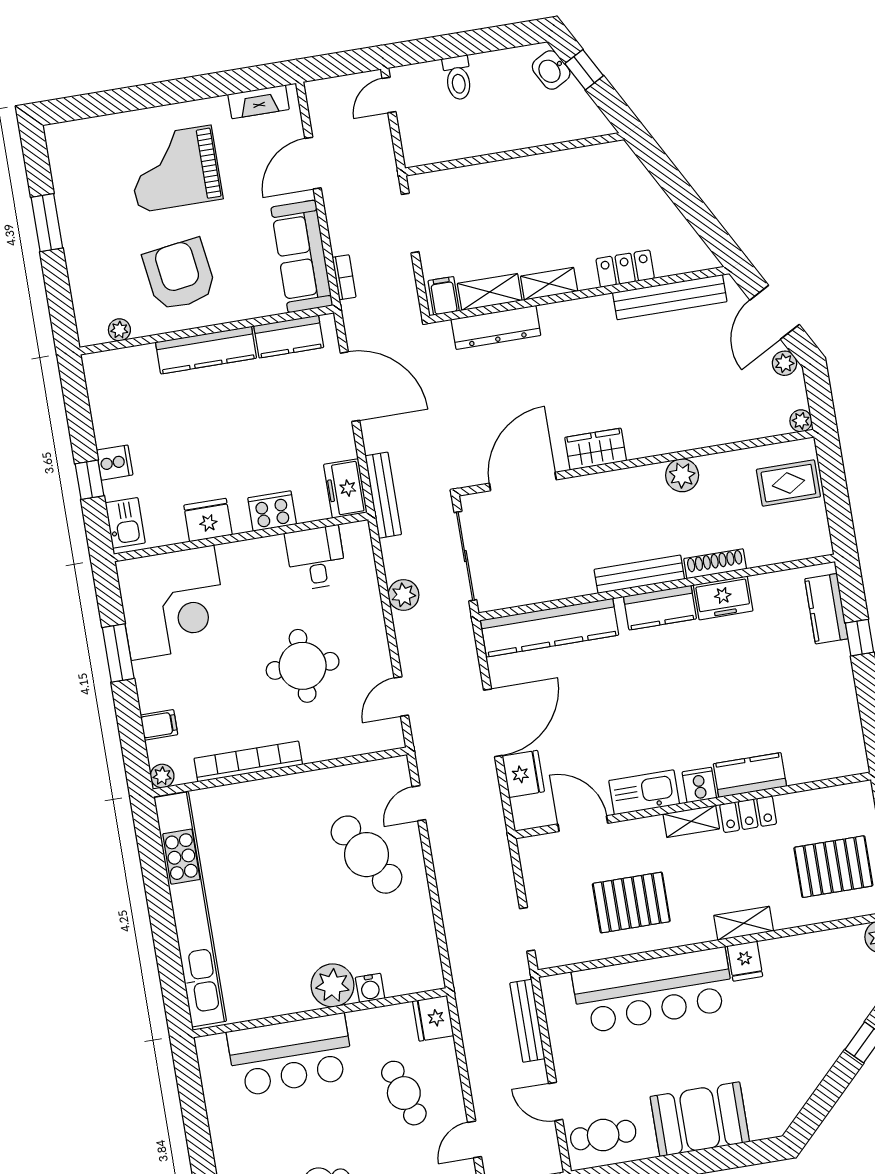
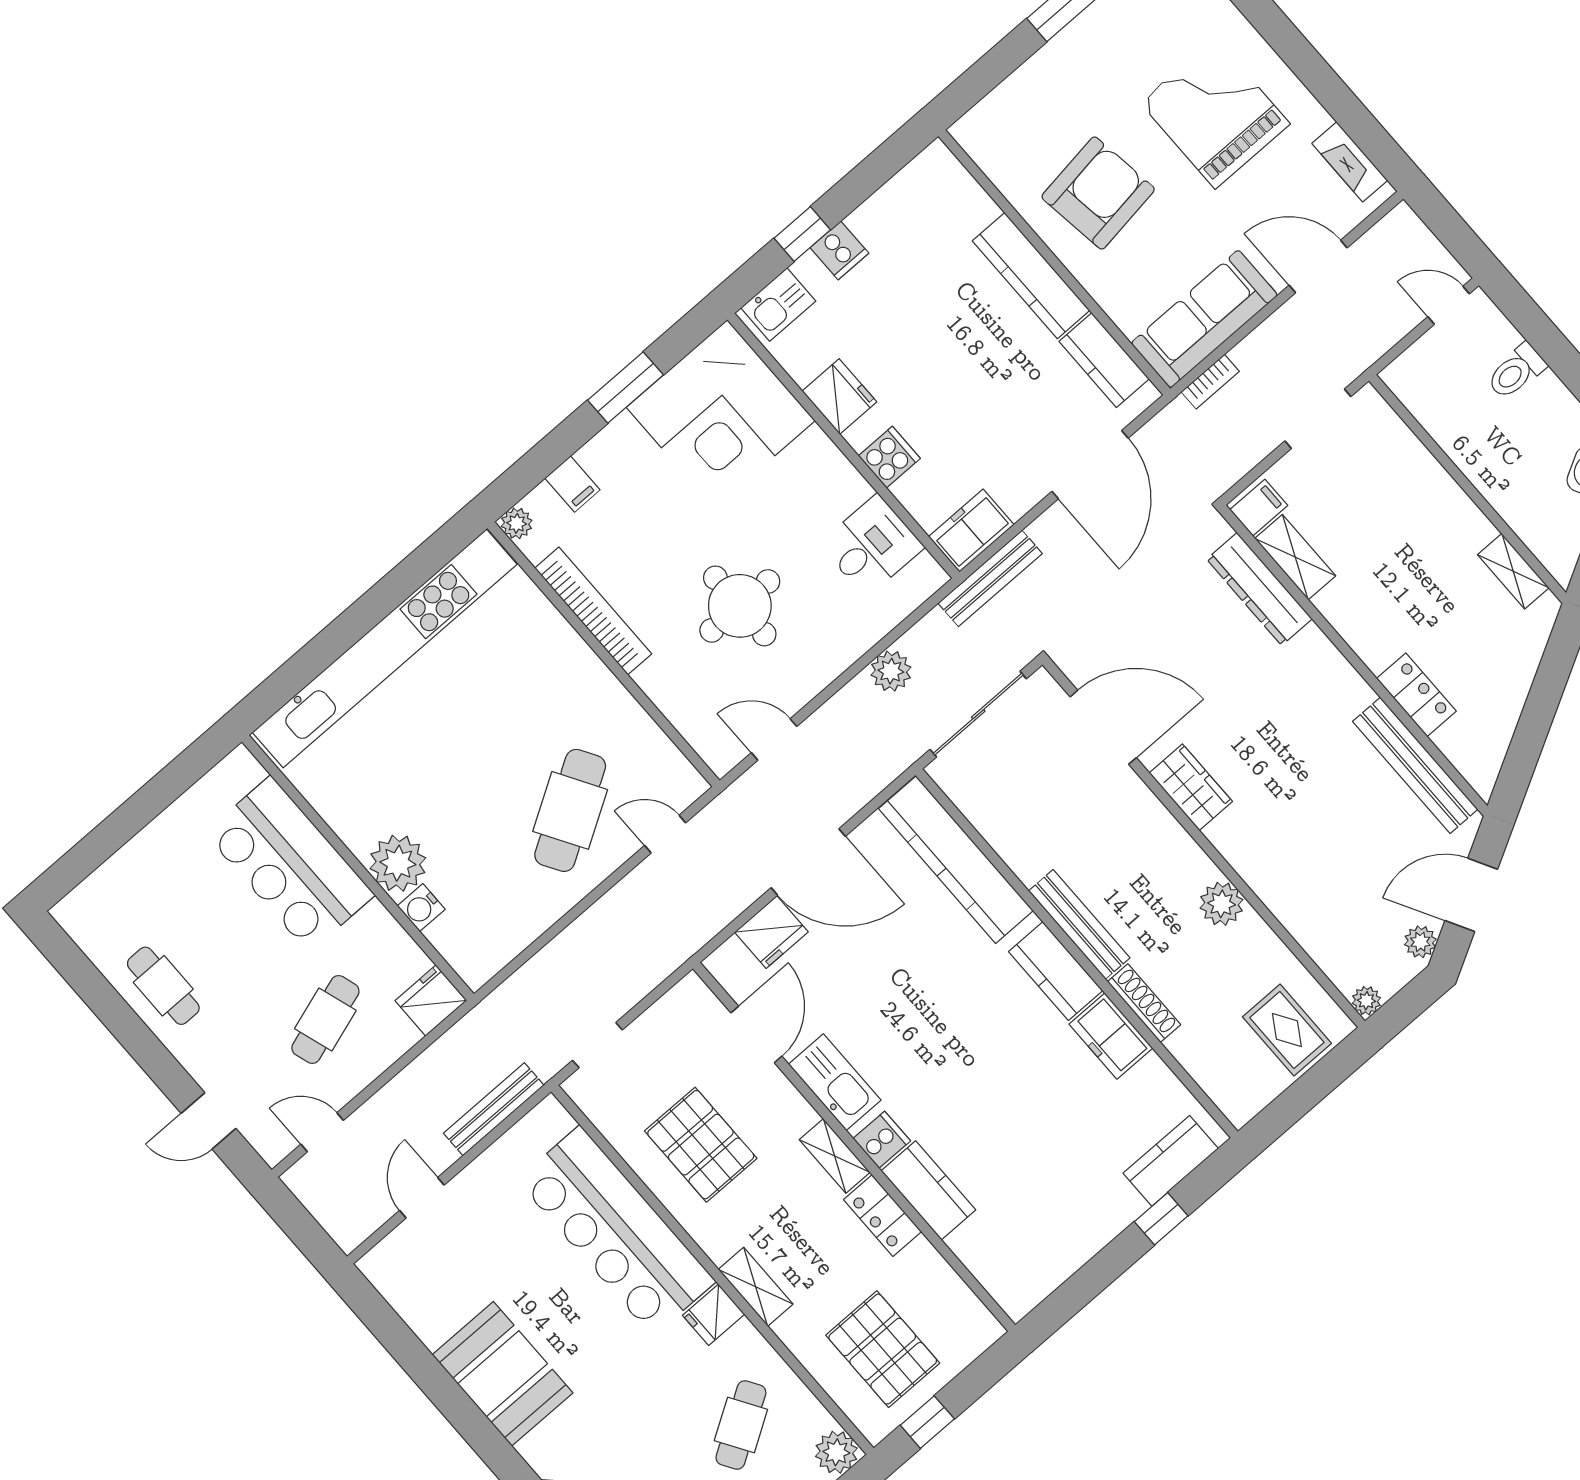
shelving: (549, 284) -> (1513, 571), moved
plant: (119, 330) -> (994, 163), removed
cooker: (272, 511) -> (889, 457), width x0.73
cafe table: (603, 1135) -> (741, 1425), moved, turned 58

